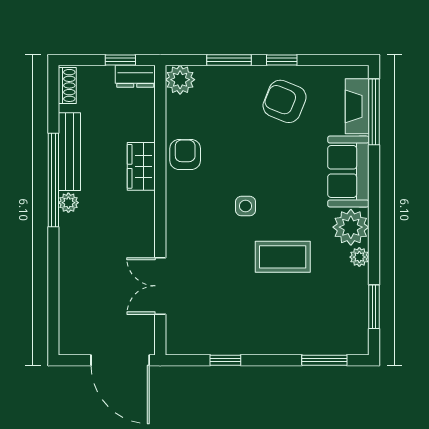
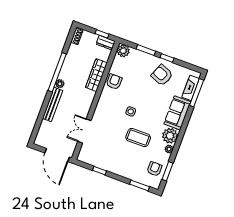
bench: (69, 152) -> (53, 104), moved
wardrobe: (141, 166) -> (96, 75), width x1.50
armchair: (344, 312) -> (154, 169), added

